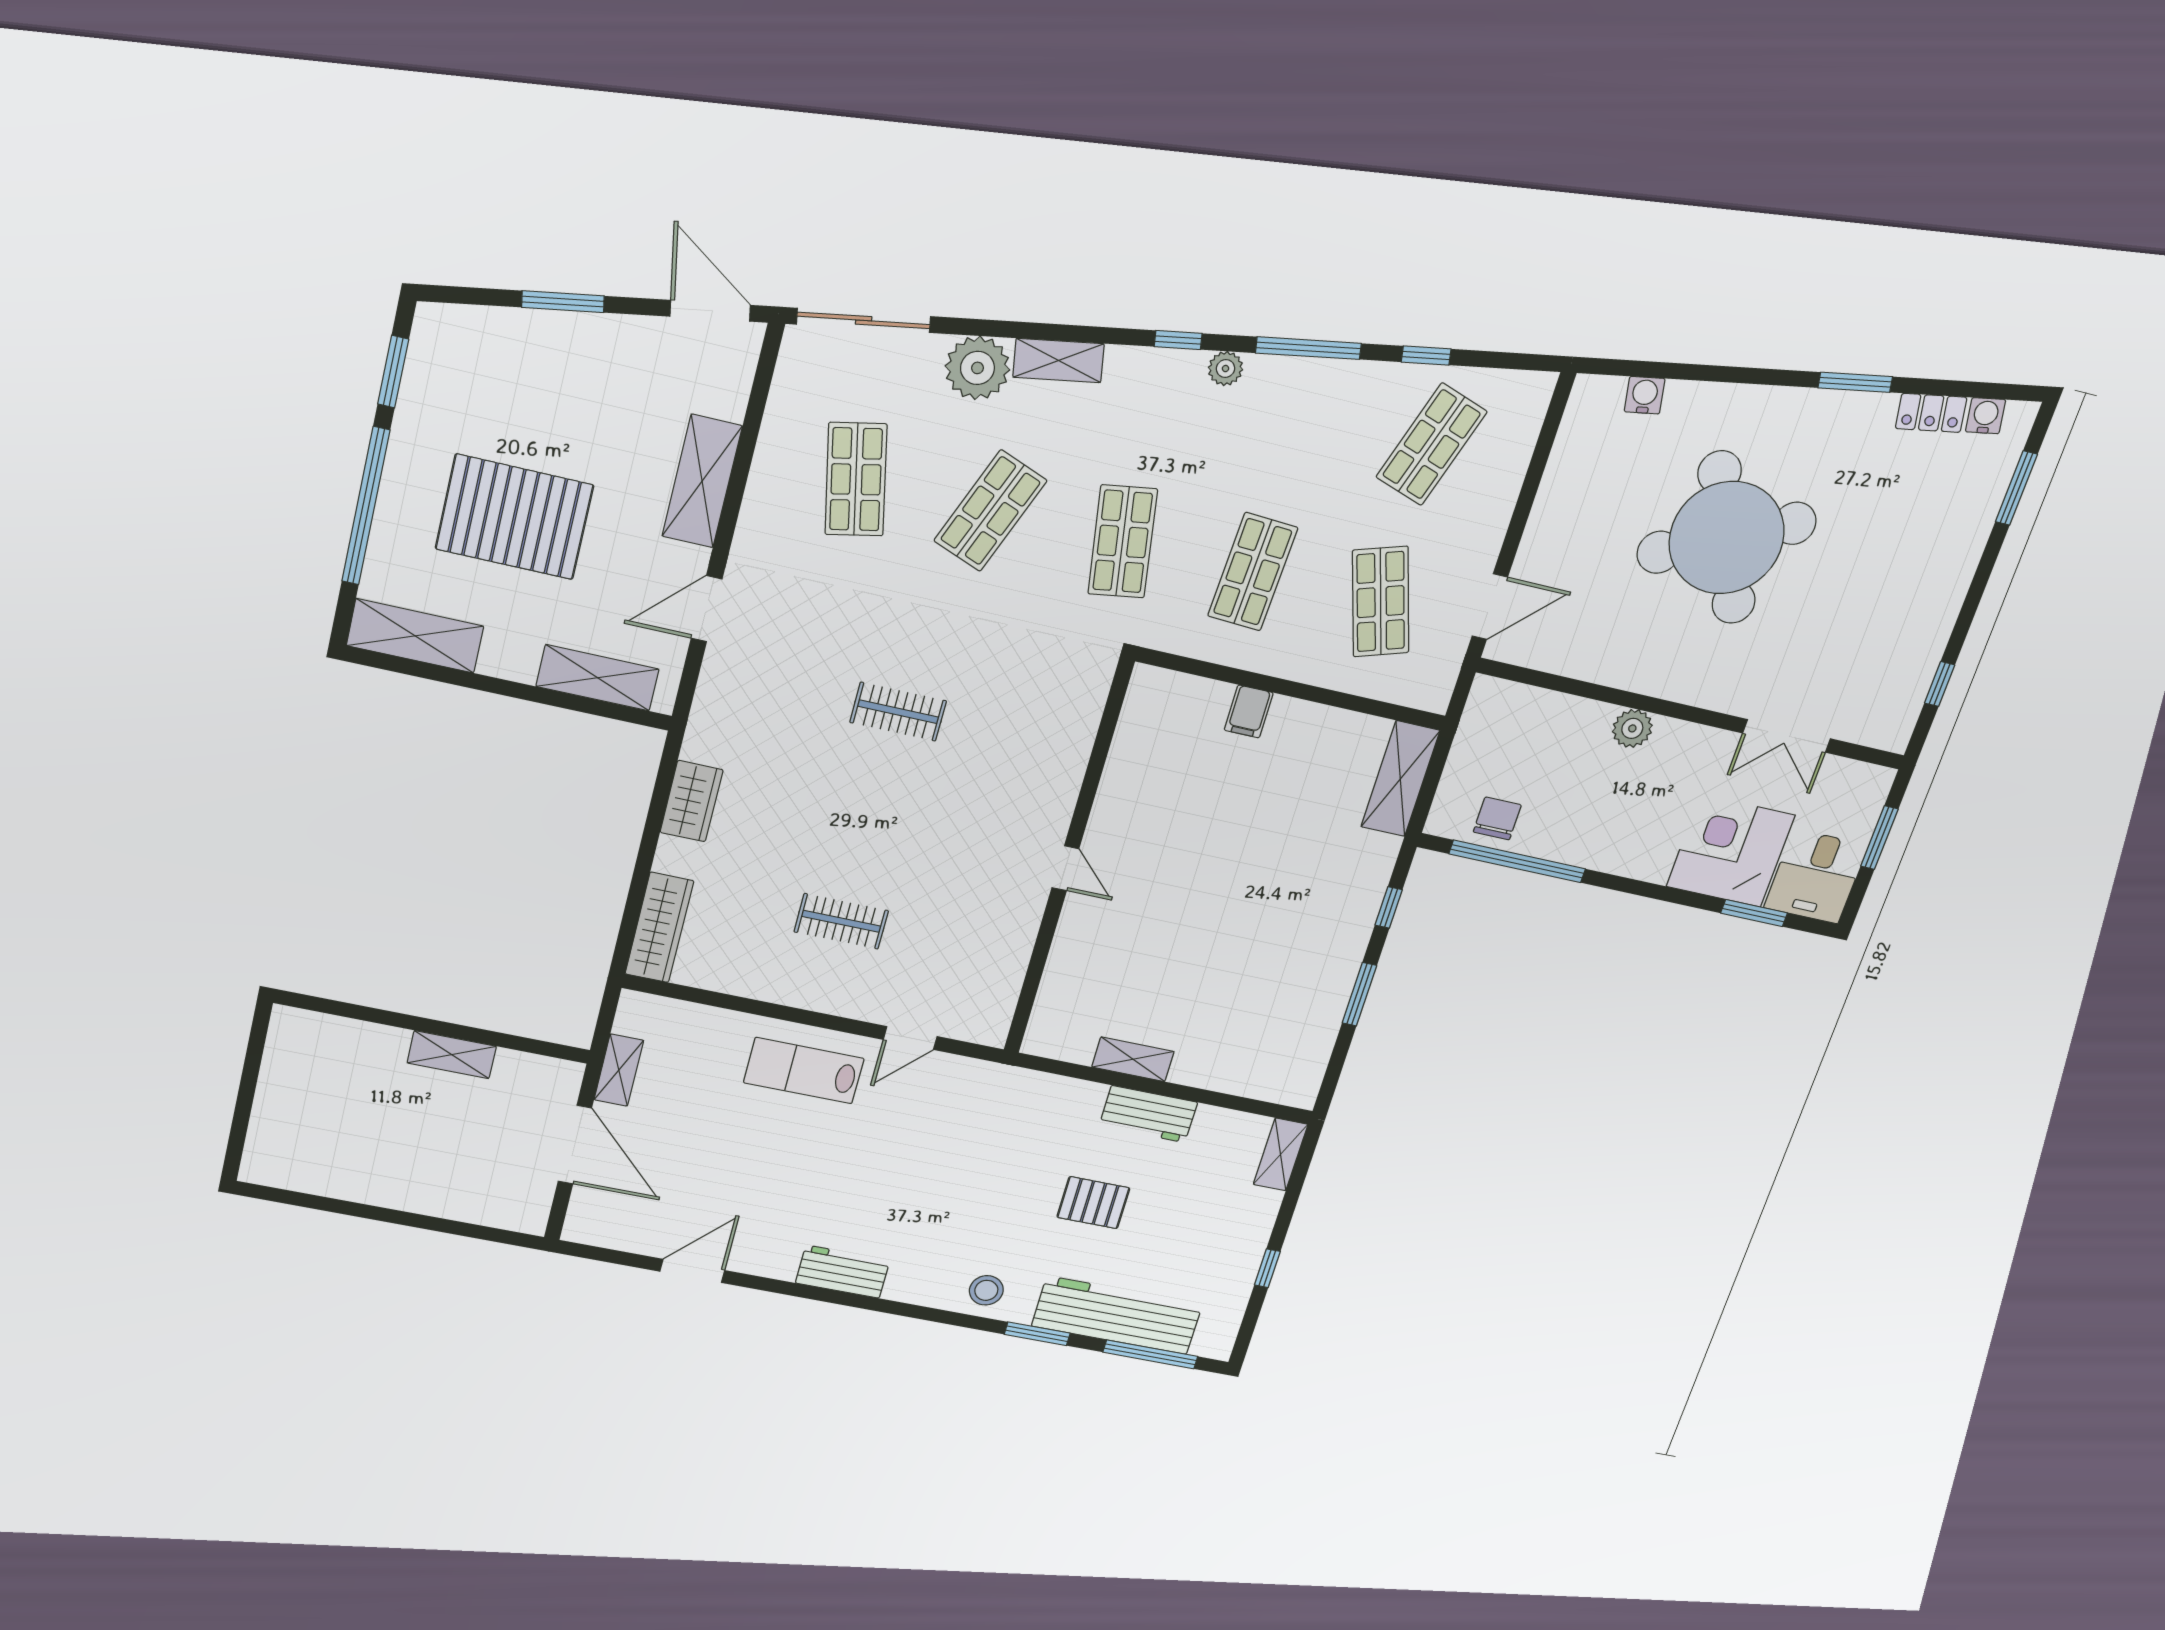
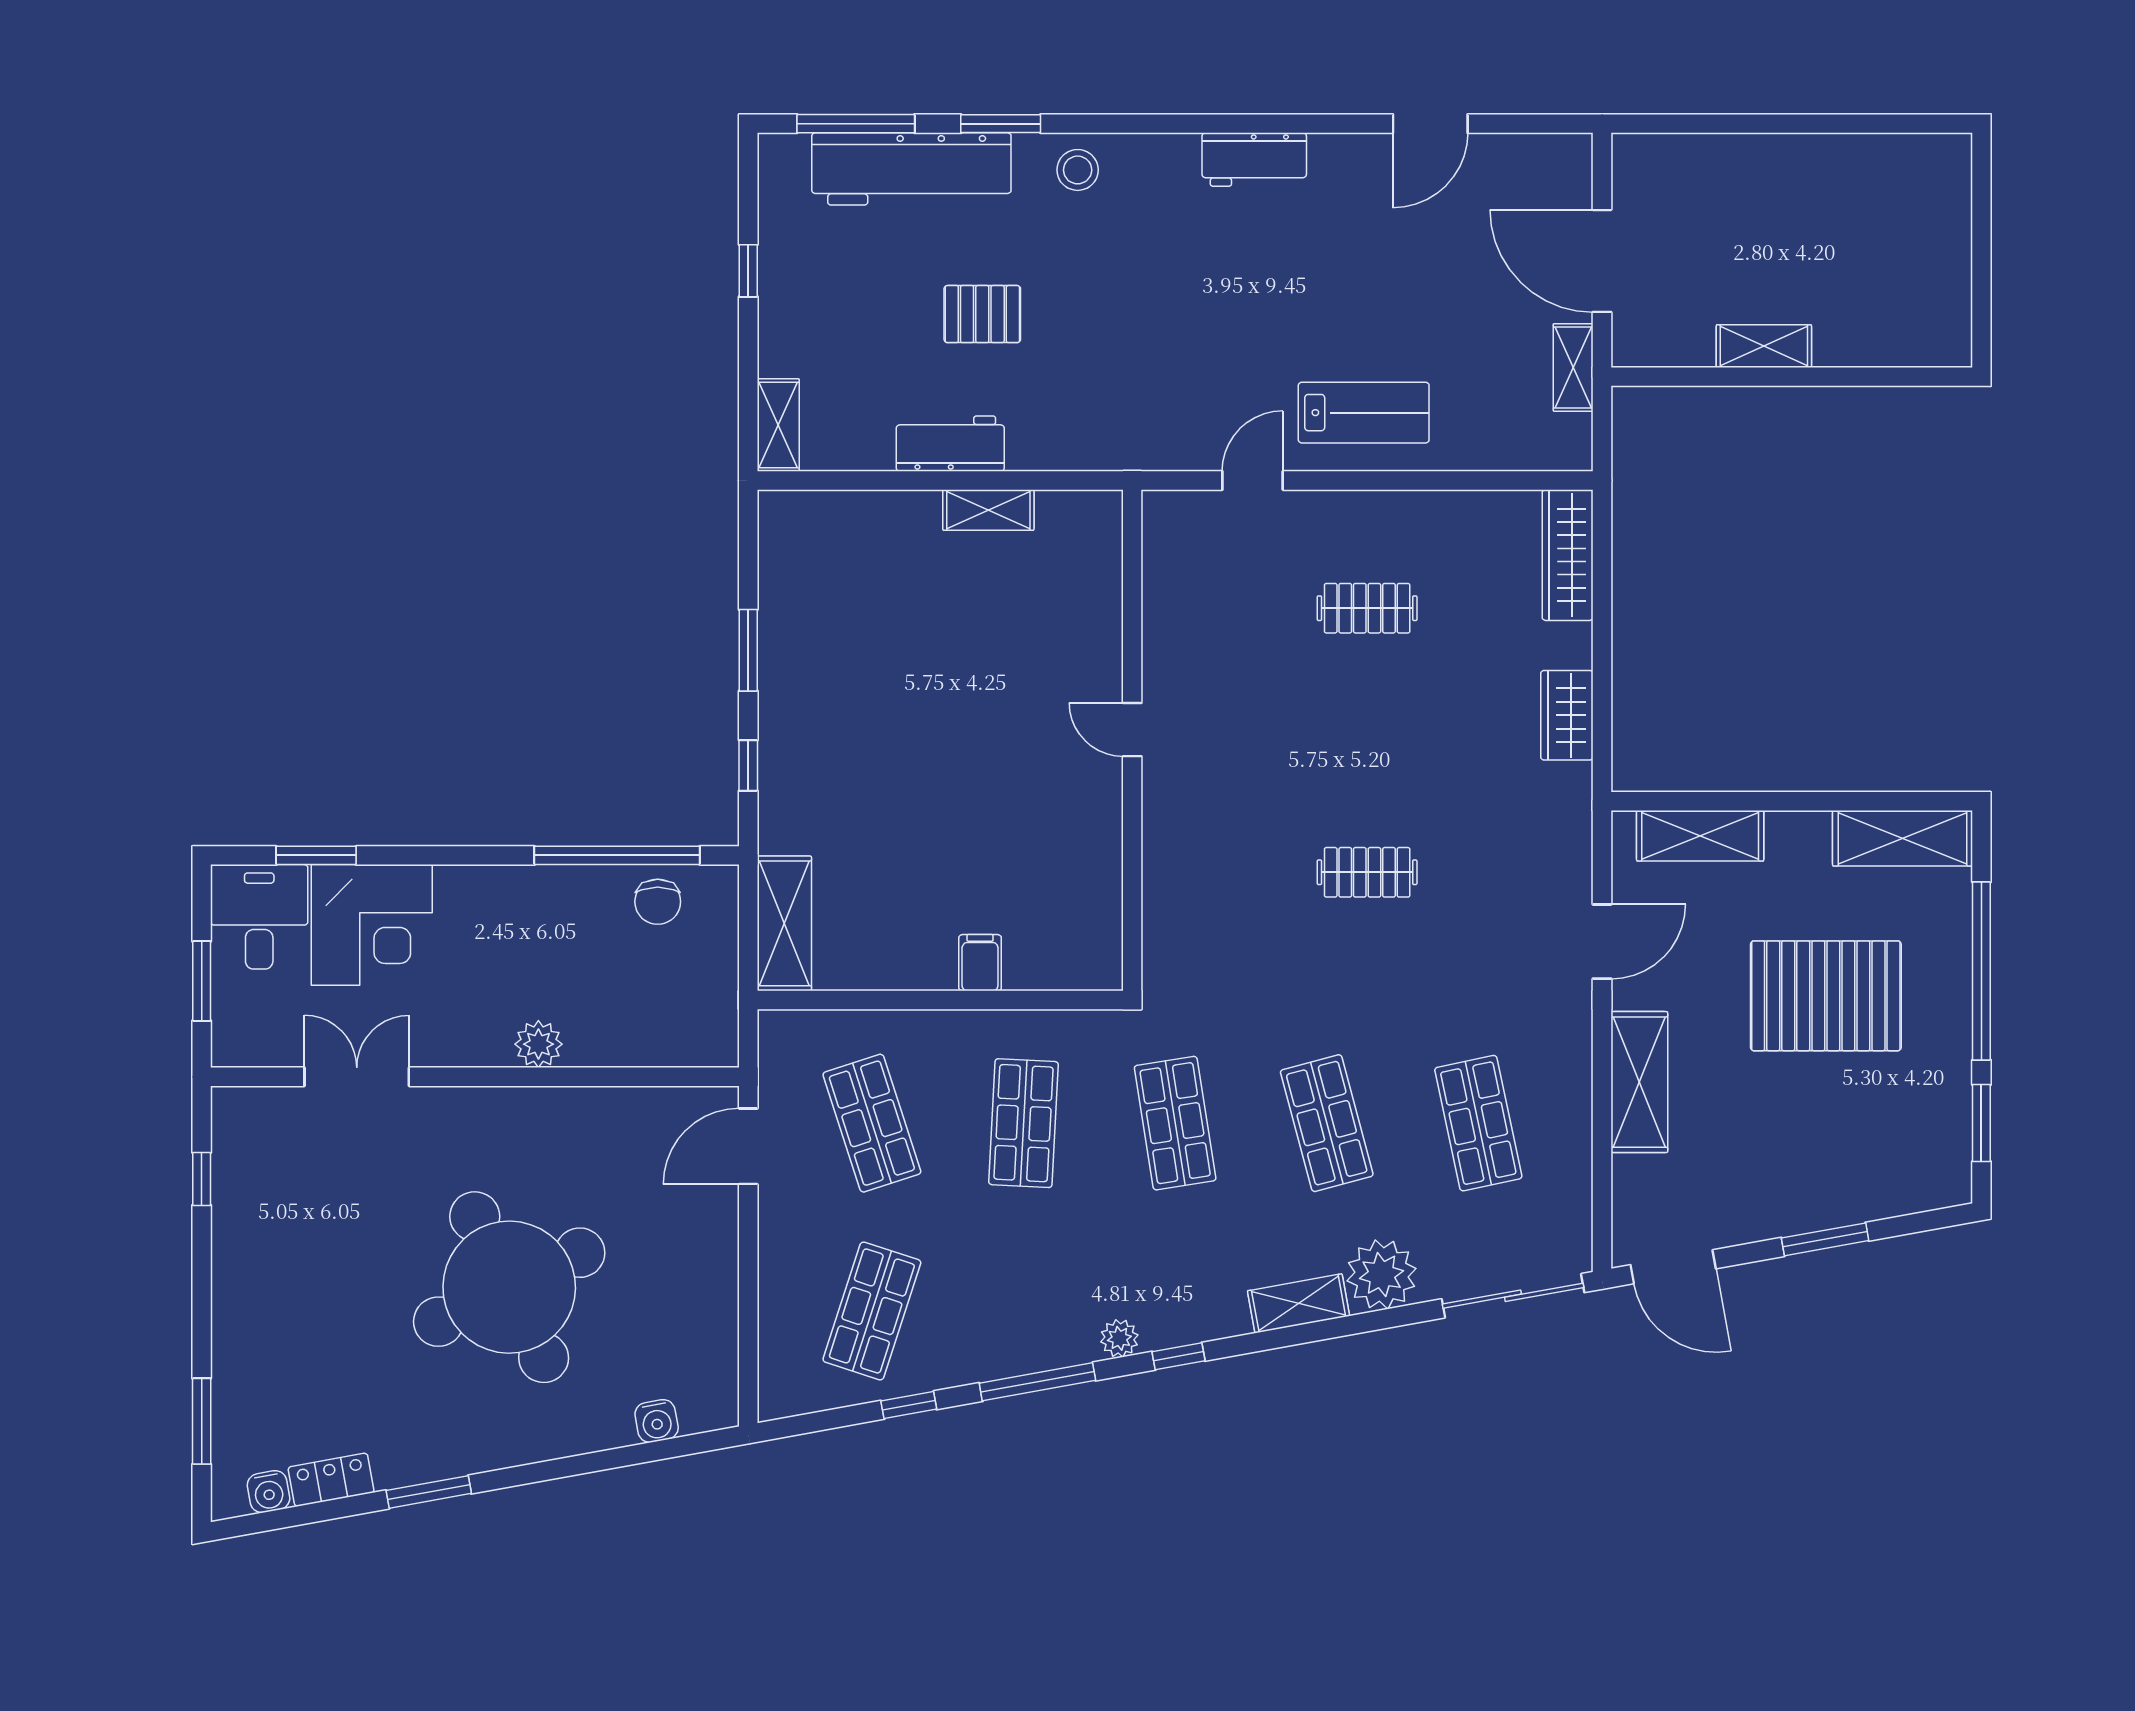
shop shelf: (990, 511) -> (1327, 1123), turned -36

